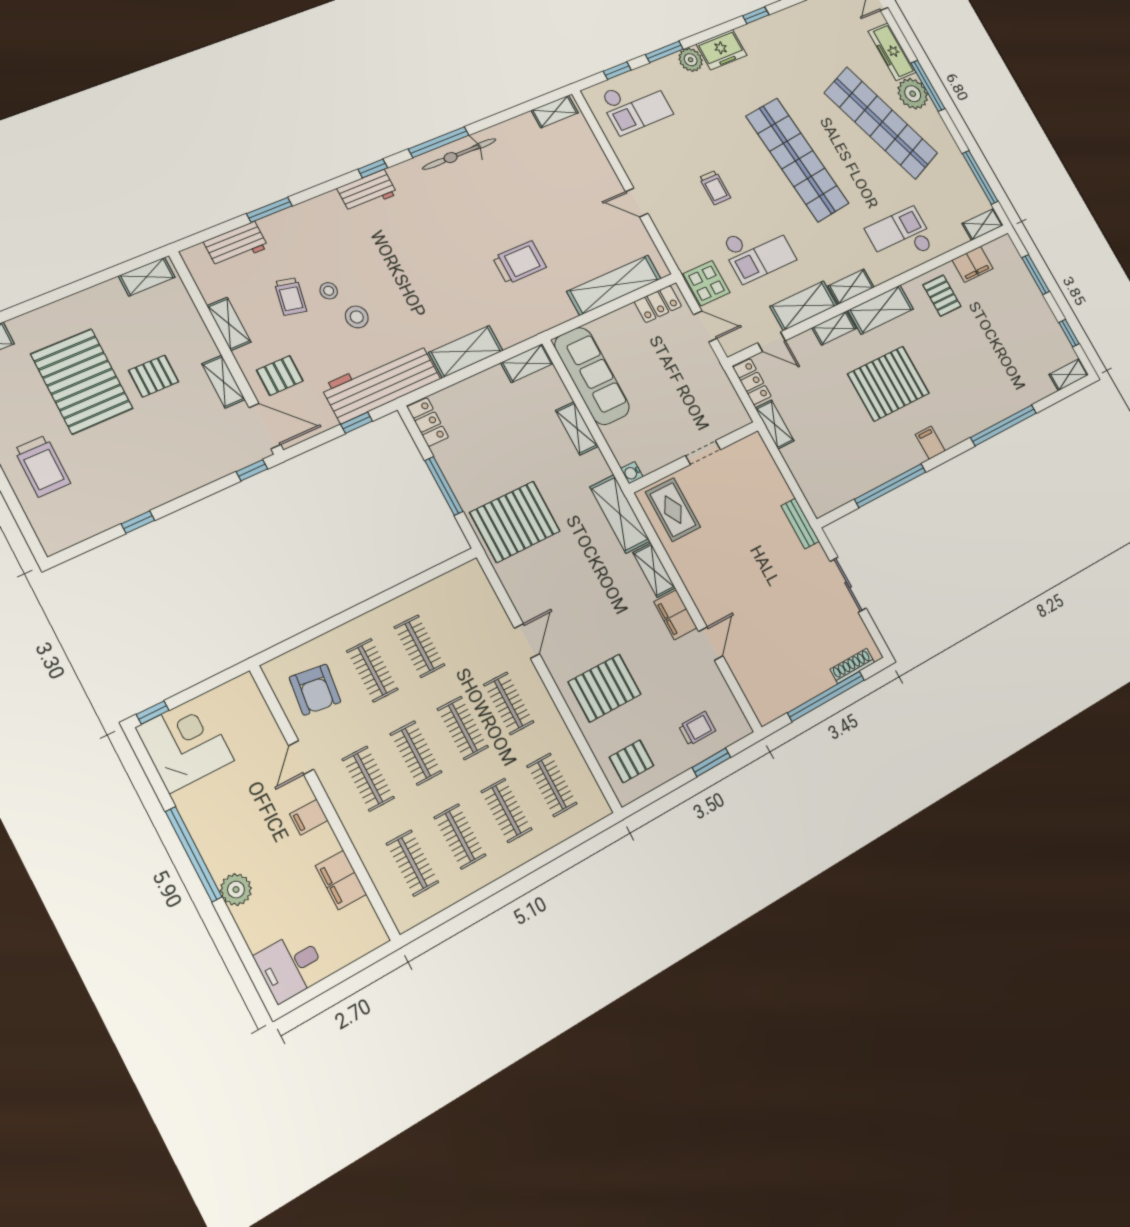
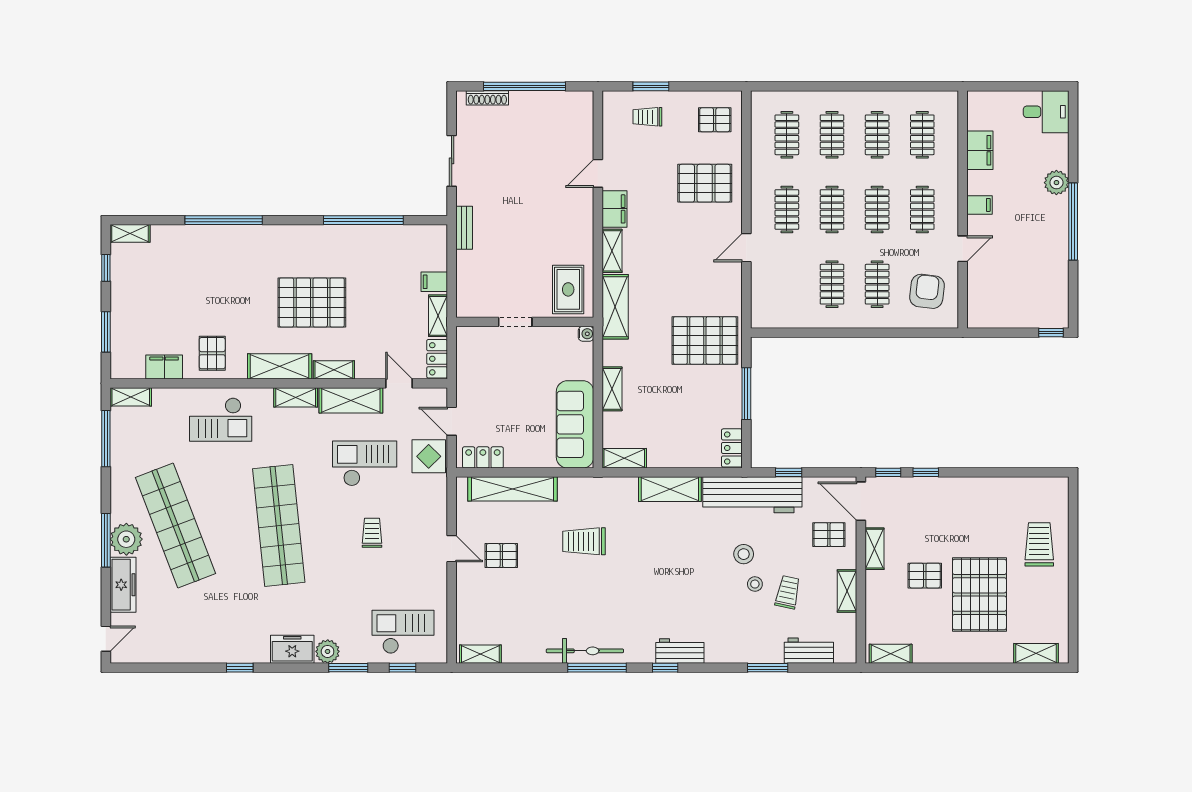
pallet: (588, 215) -> (501, 556), added
filing cabinet: (930, 443) -> (434, 282), moved, turned 90
window: (138, 522) -> (926, 472), moved
corner desk: (185, 744) -> (1040, 299), removed

